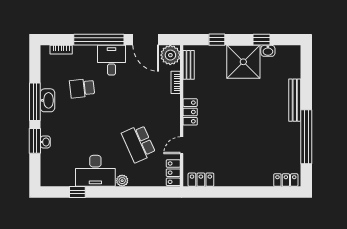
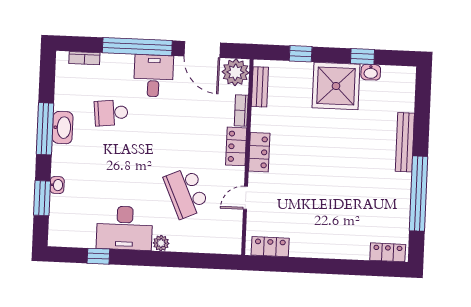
window: (35, 141) -> (42, 198), moved
locker: (173, 173) -> (236, 146), moved

